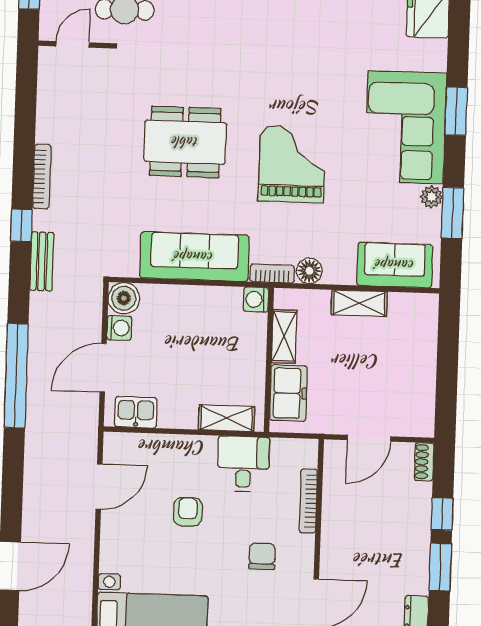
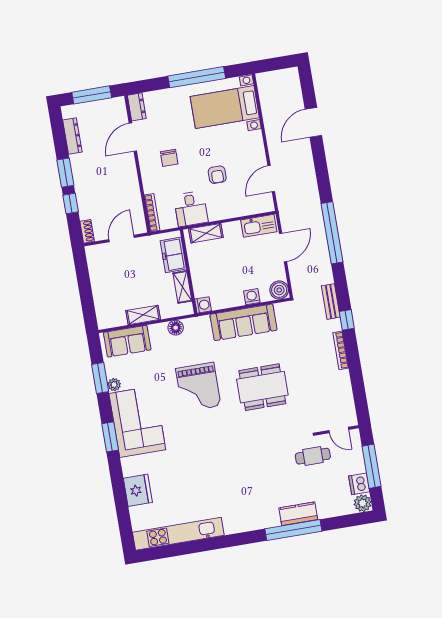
door: (72, 44) -> (339, 430), hinge flipped
bookcase: (272, 274) -> (197, 322), removed
washing machine: (119, 328) -> (252, 297), moved, turned 90
kitchen sink: (136, 412) -> (259, 226), width x1.38
bookcase: (308, 501) -> (152, 213), moved

